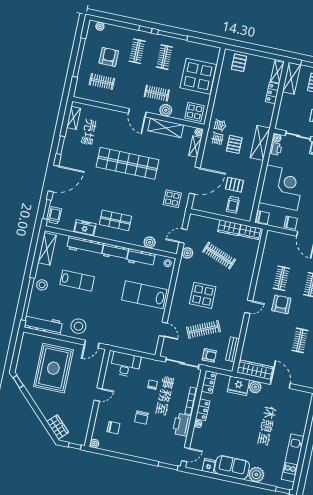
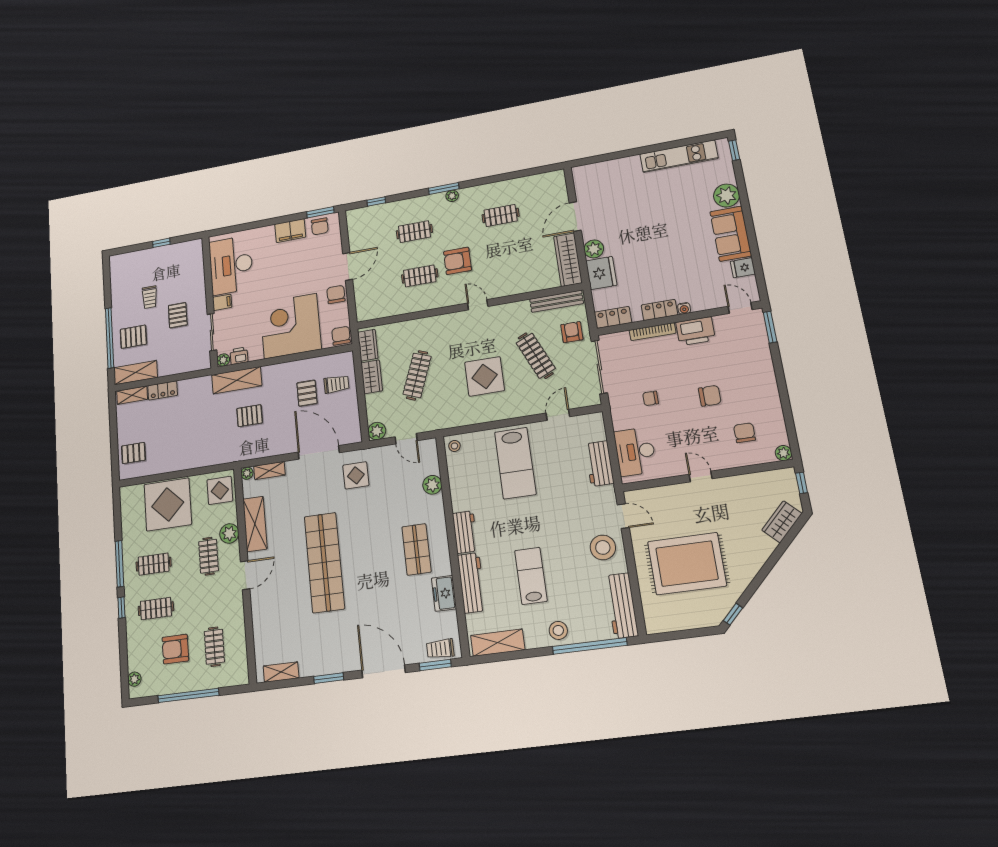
plant: (187, 253) -> (377, 431), moved
workbench: (141, 258) -> (599, 463), moved, turned 180
bench: (233, 349) -> (557, 301), width x1.36

